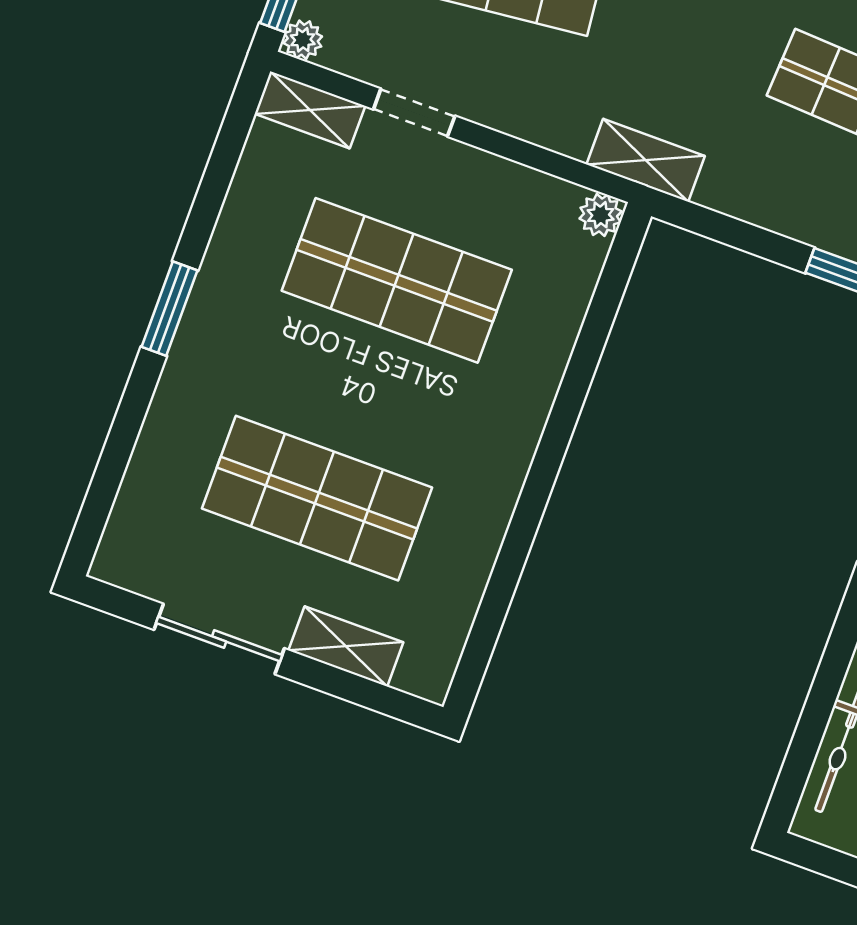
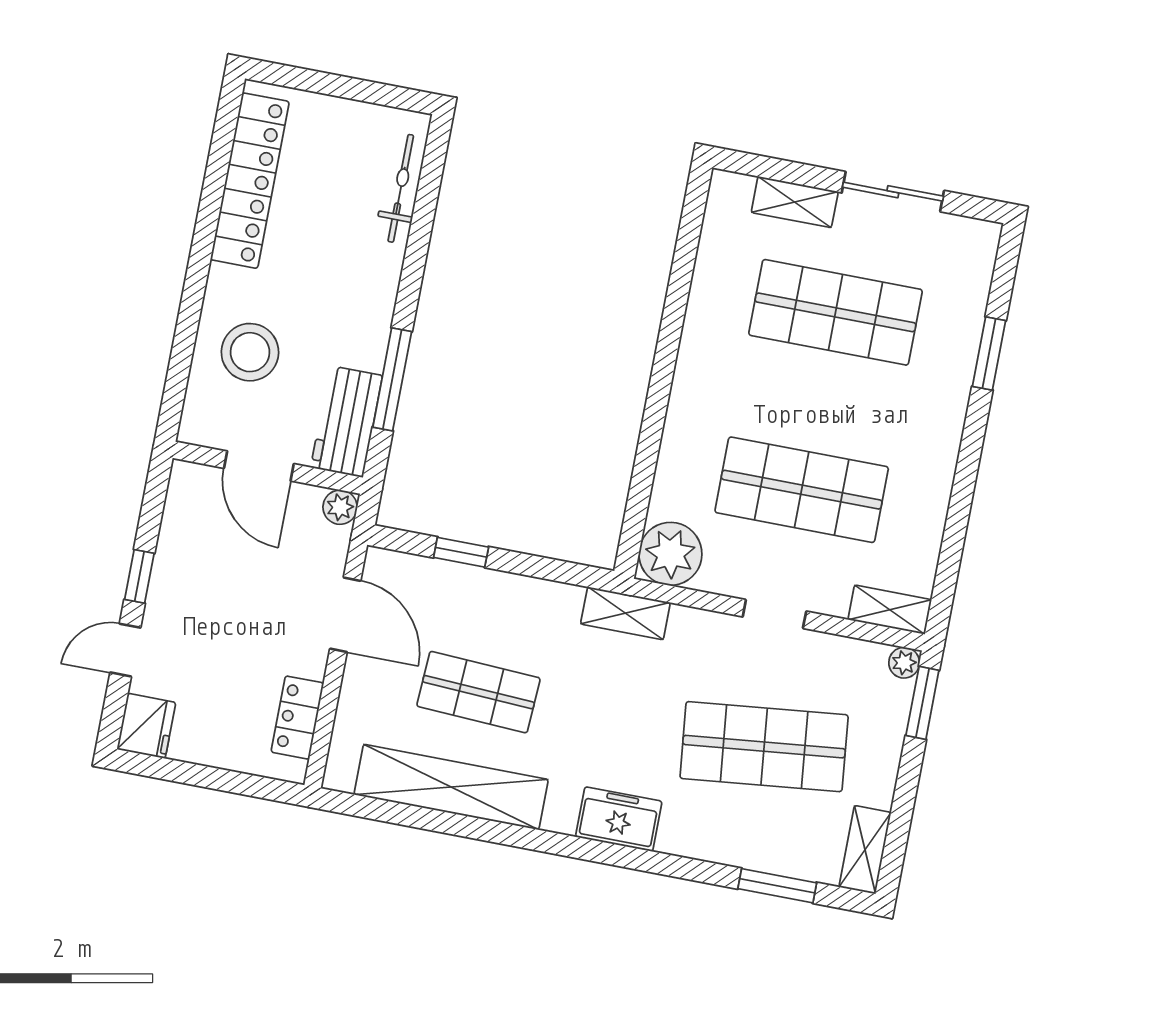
doorway: (414, 113) -> (774, 614), moved
plant: (601, 215) -> (670, 554), width x1.87, depth x1.87
window: (169, 309) -> (989, 353), moved

